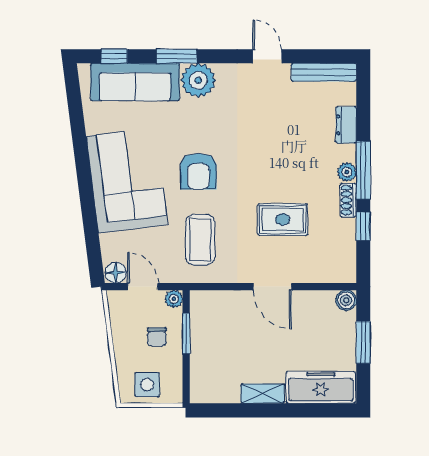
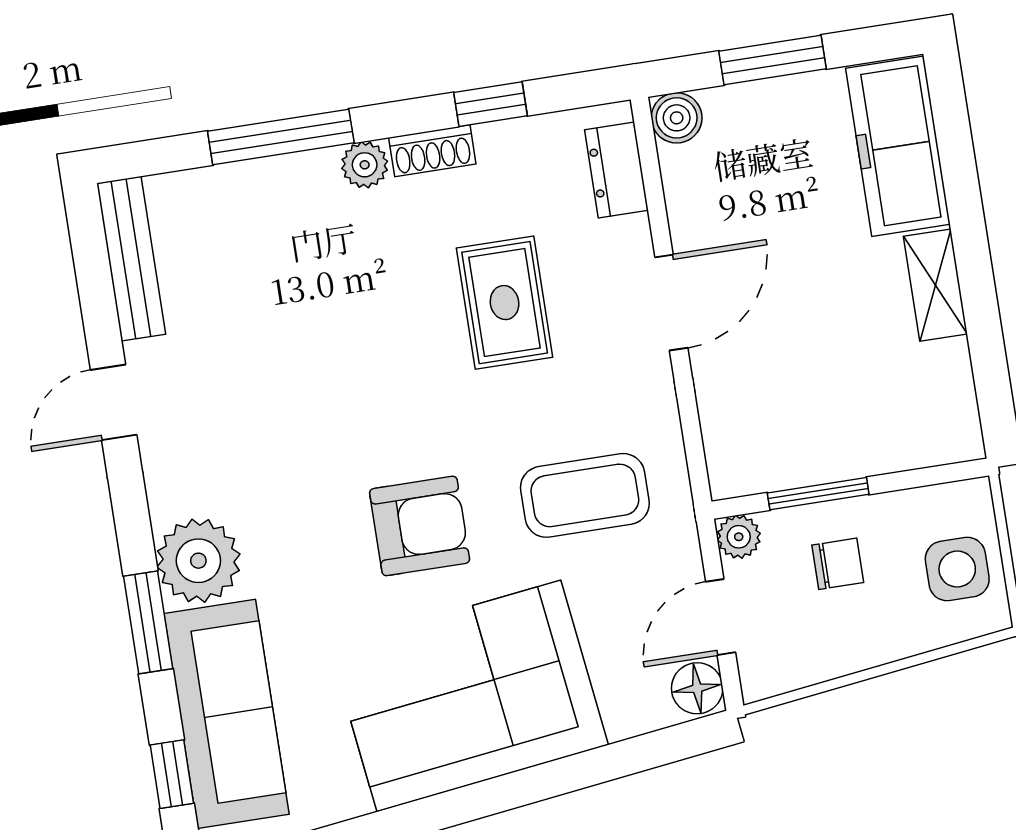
dresser: (346, 125) -> (616, 170), moved, turned 90
window: (363, 170) -> (281, 137), moved

